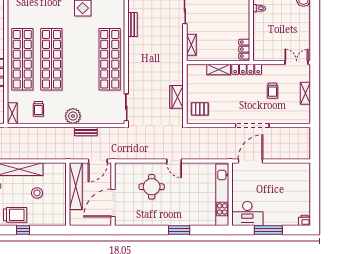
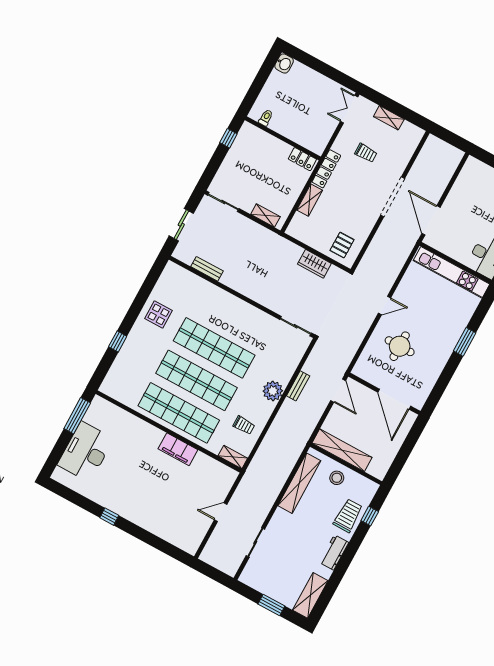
shop shelf: (110, 59) -> (214, 348), moved
shelving: (76, 186) -> (342, 450), moved
wall: (68, 194) -> (346, 464), moved

